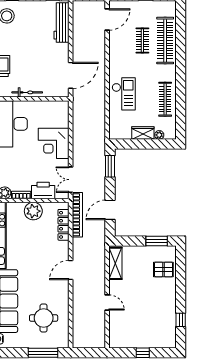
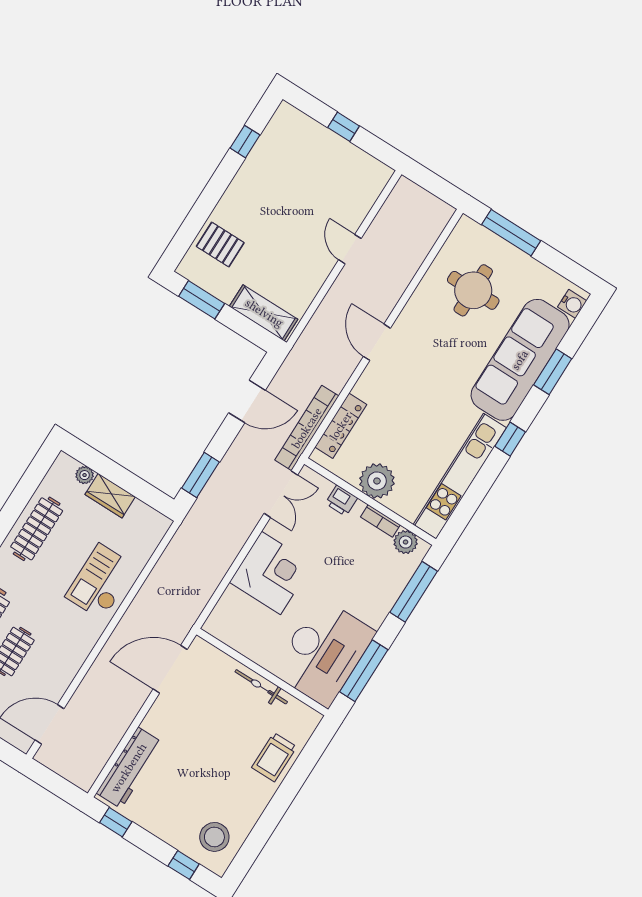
printer: (43, 190) -> (341, 501), width x0.53, depth x0.68
shelving: (115, 263) -> (264, 313), moved, turned 90
door: (71, 270) -> (377, 342), swing flipped

